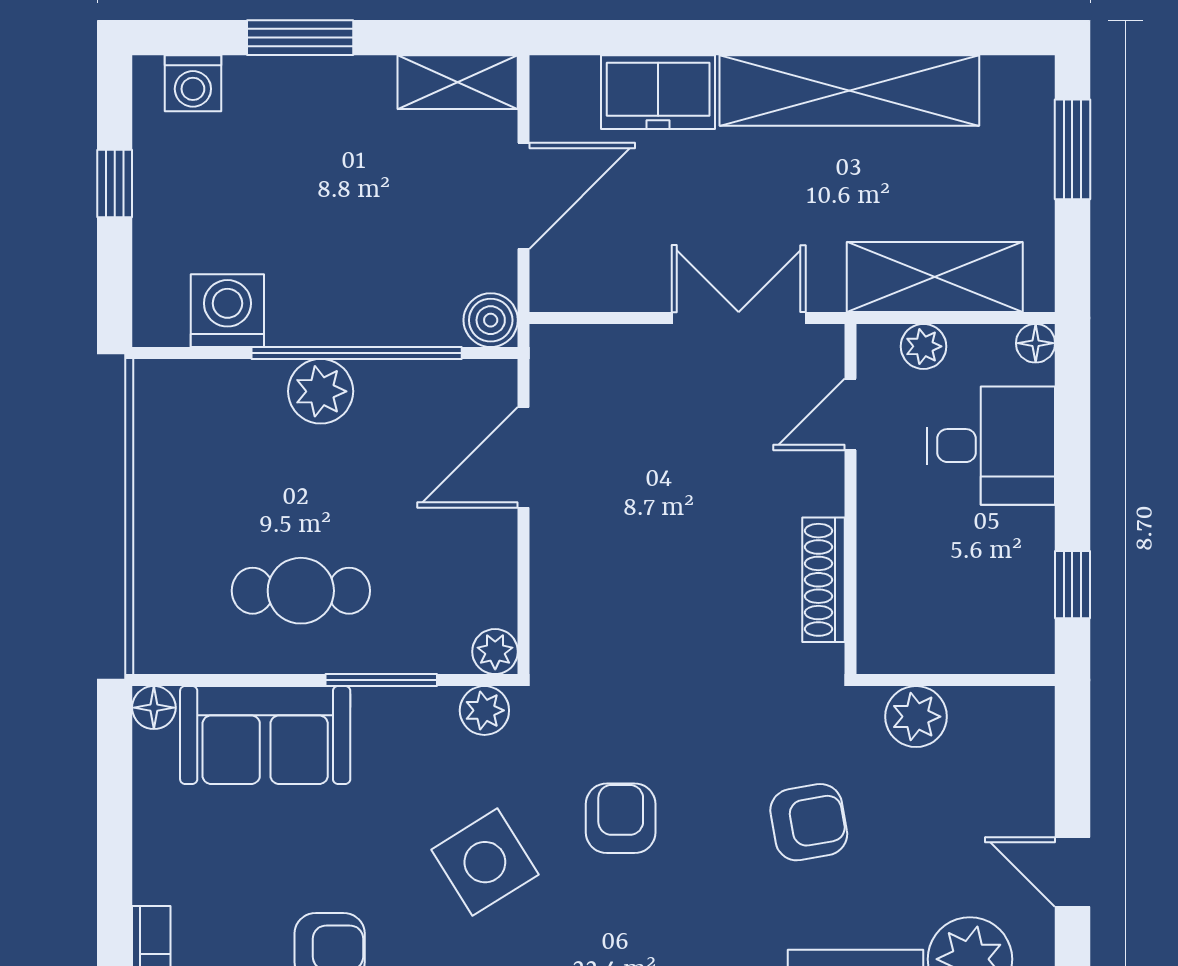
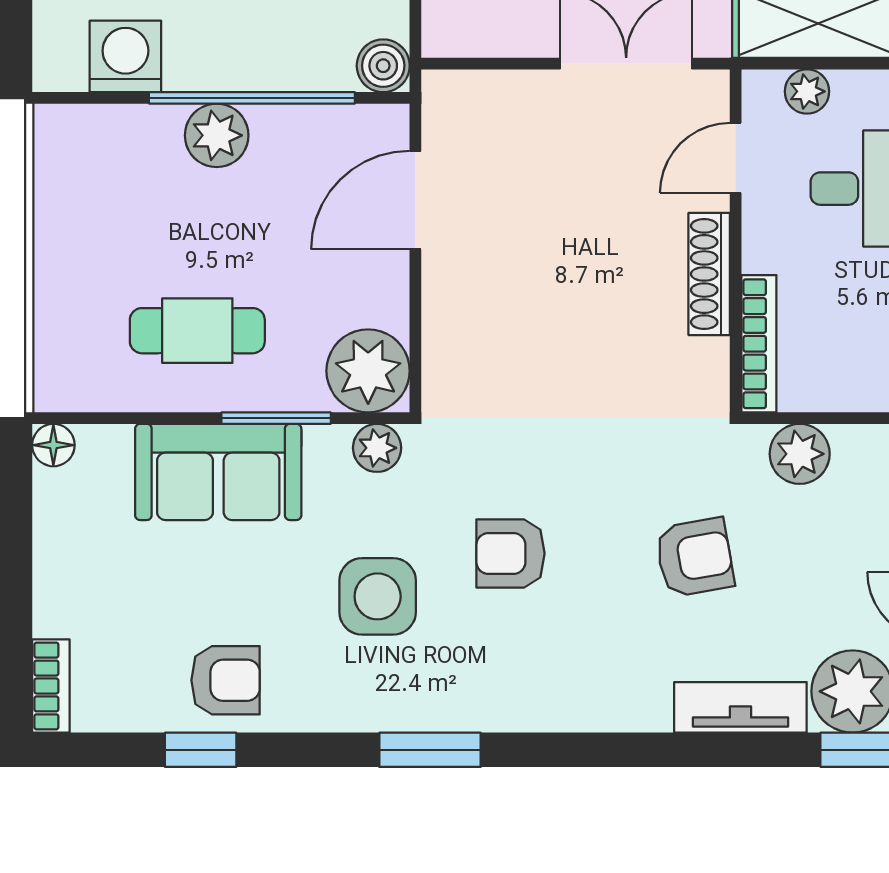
shoe rack: (824, 580) -> (709, 274), moved
bookcase: (874, 604) -> (759, 344), added
plant: (495, 652) -> (368, 371), width x1.88, depth x1.88
sofa: (265, 735) -> (218, 472), moved
armchair: (621, 818) -> (510, 553), turned -90
side table: (485, 862) -> (378, 596), turned 32

